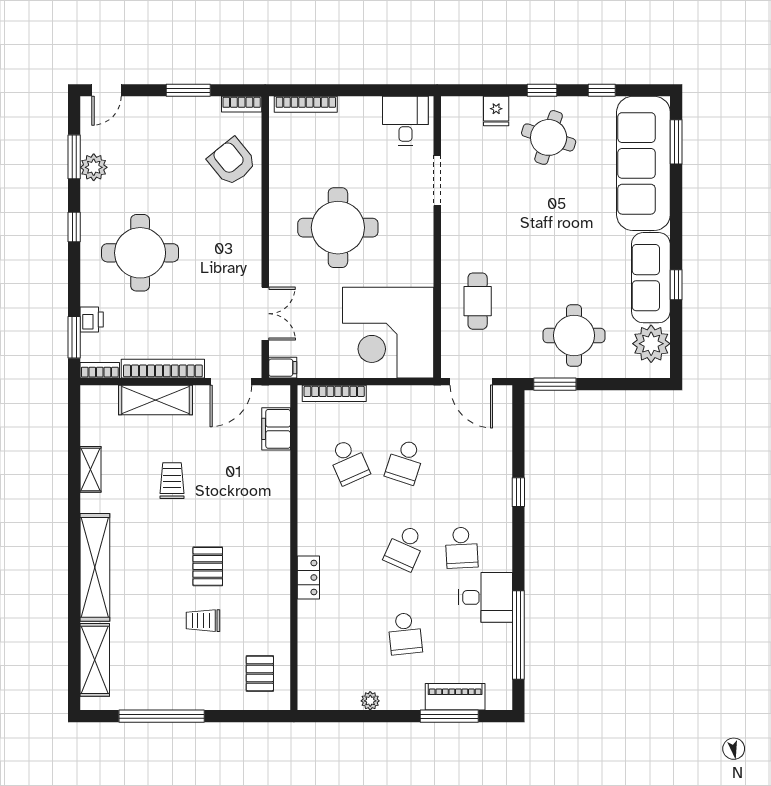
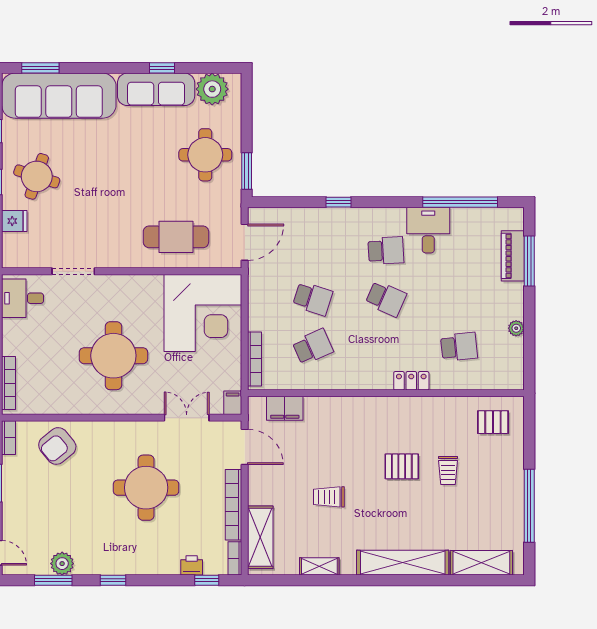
round table: (140, 253) -> (146, 488), moved
cafe table: (478, 301) -> (176, 237), width x1.37, depth x1.35
window: (74, 337) -> (207, 580), width x0.67
shelving: (155, 400) -> (260, 537), moved
school desk: (405, 634) -> (459, 347), moved

